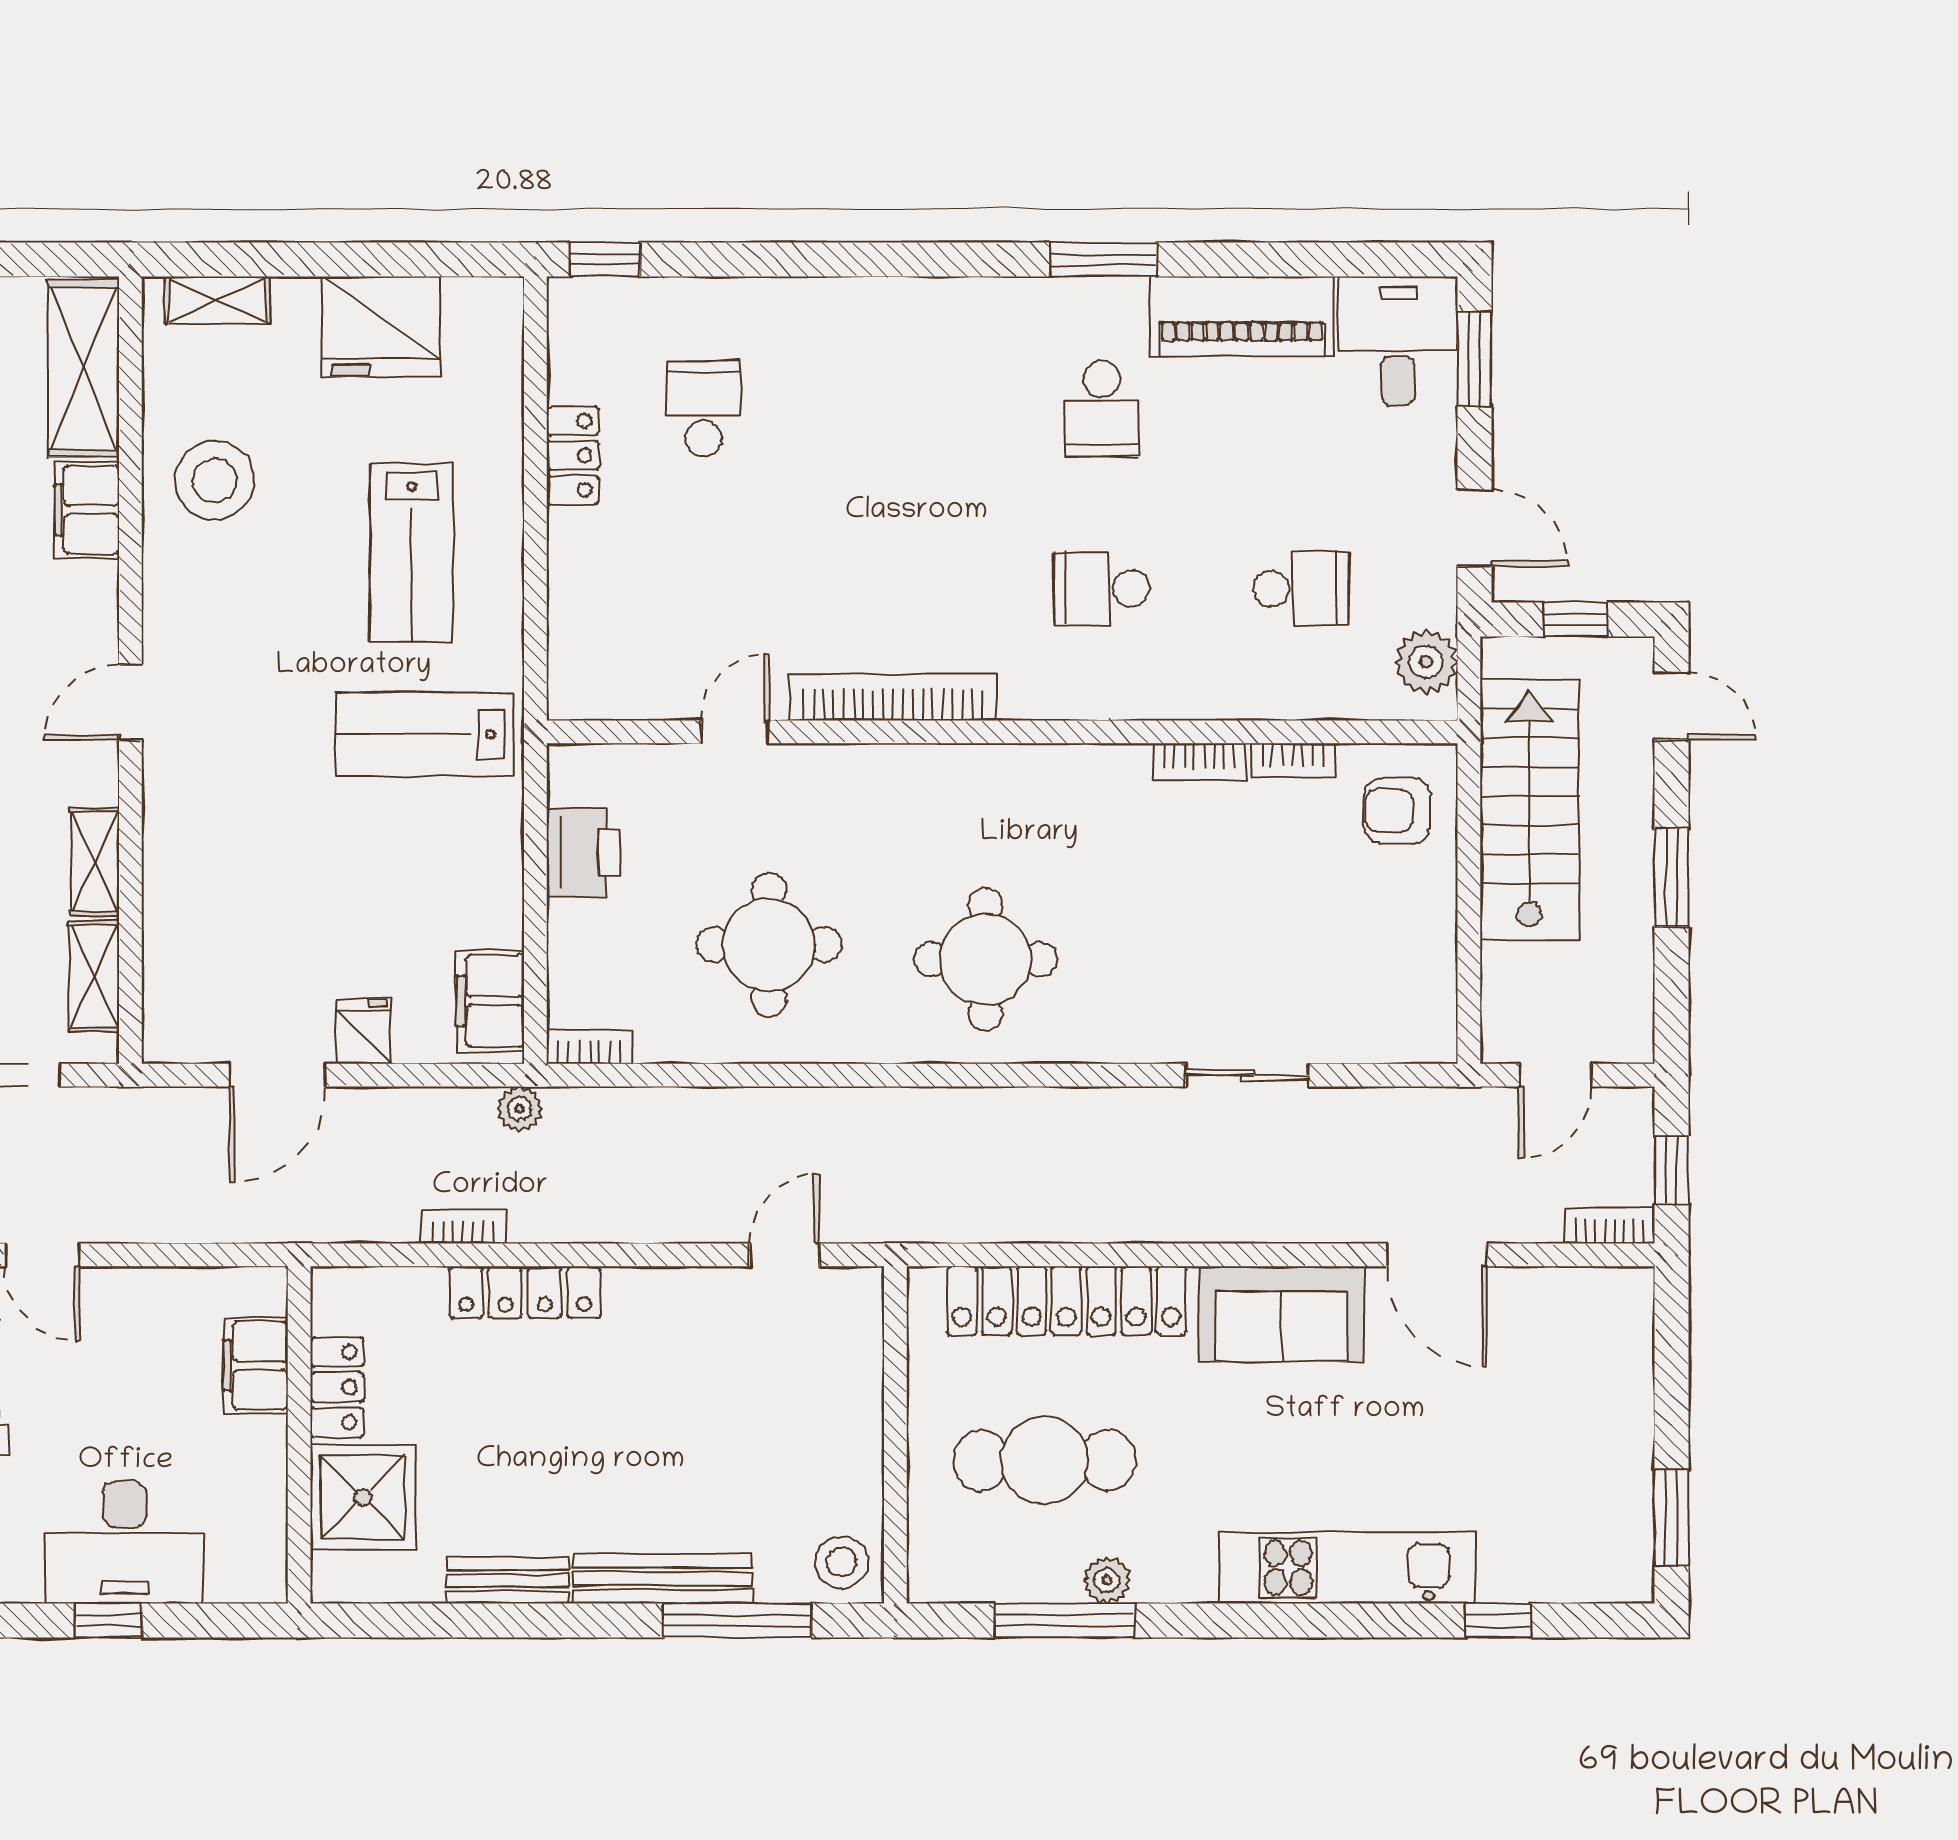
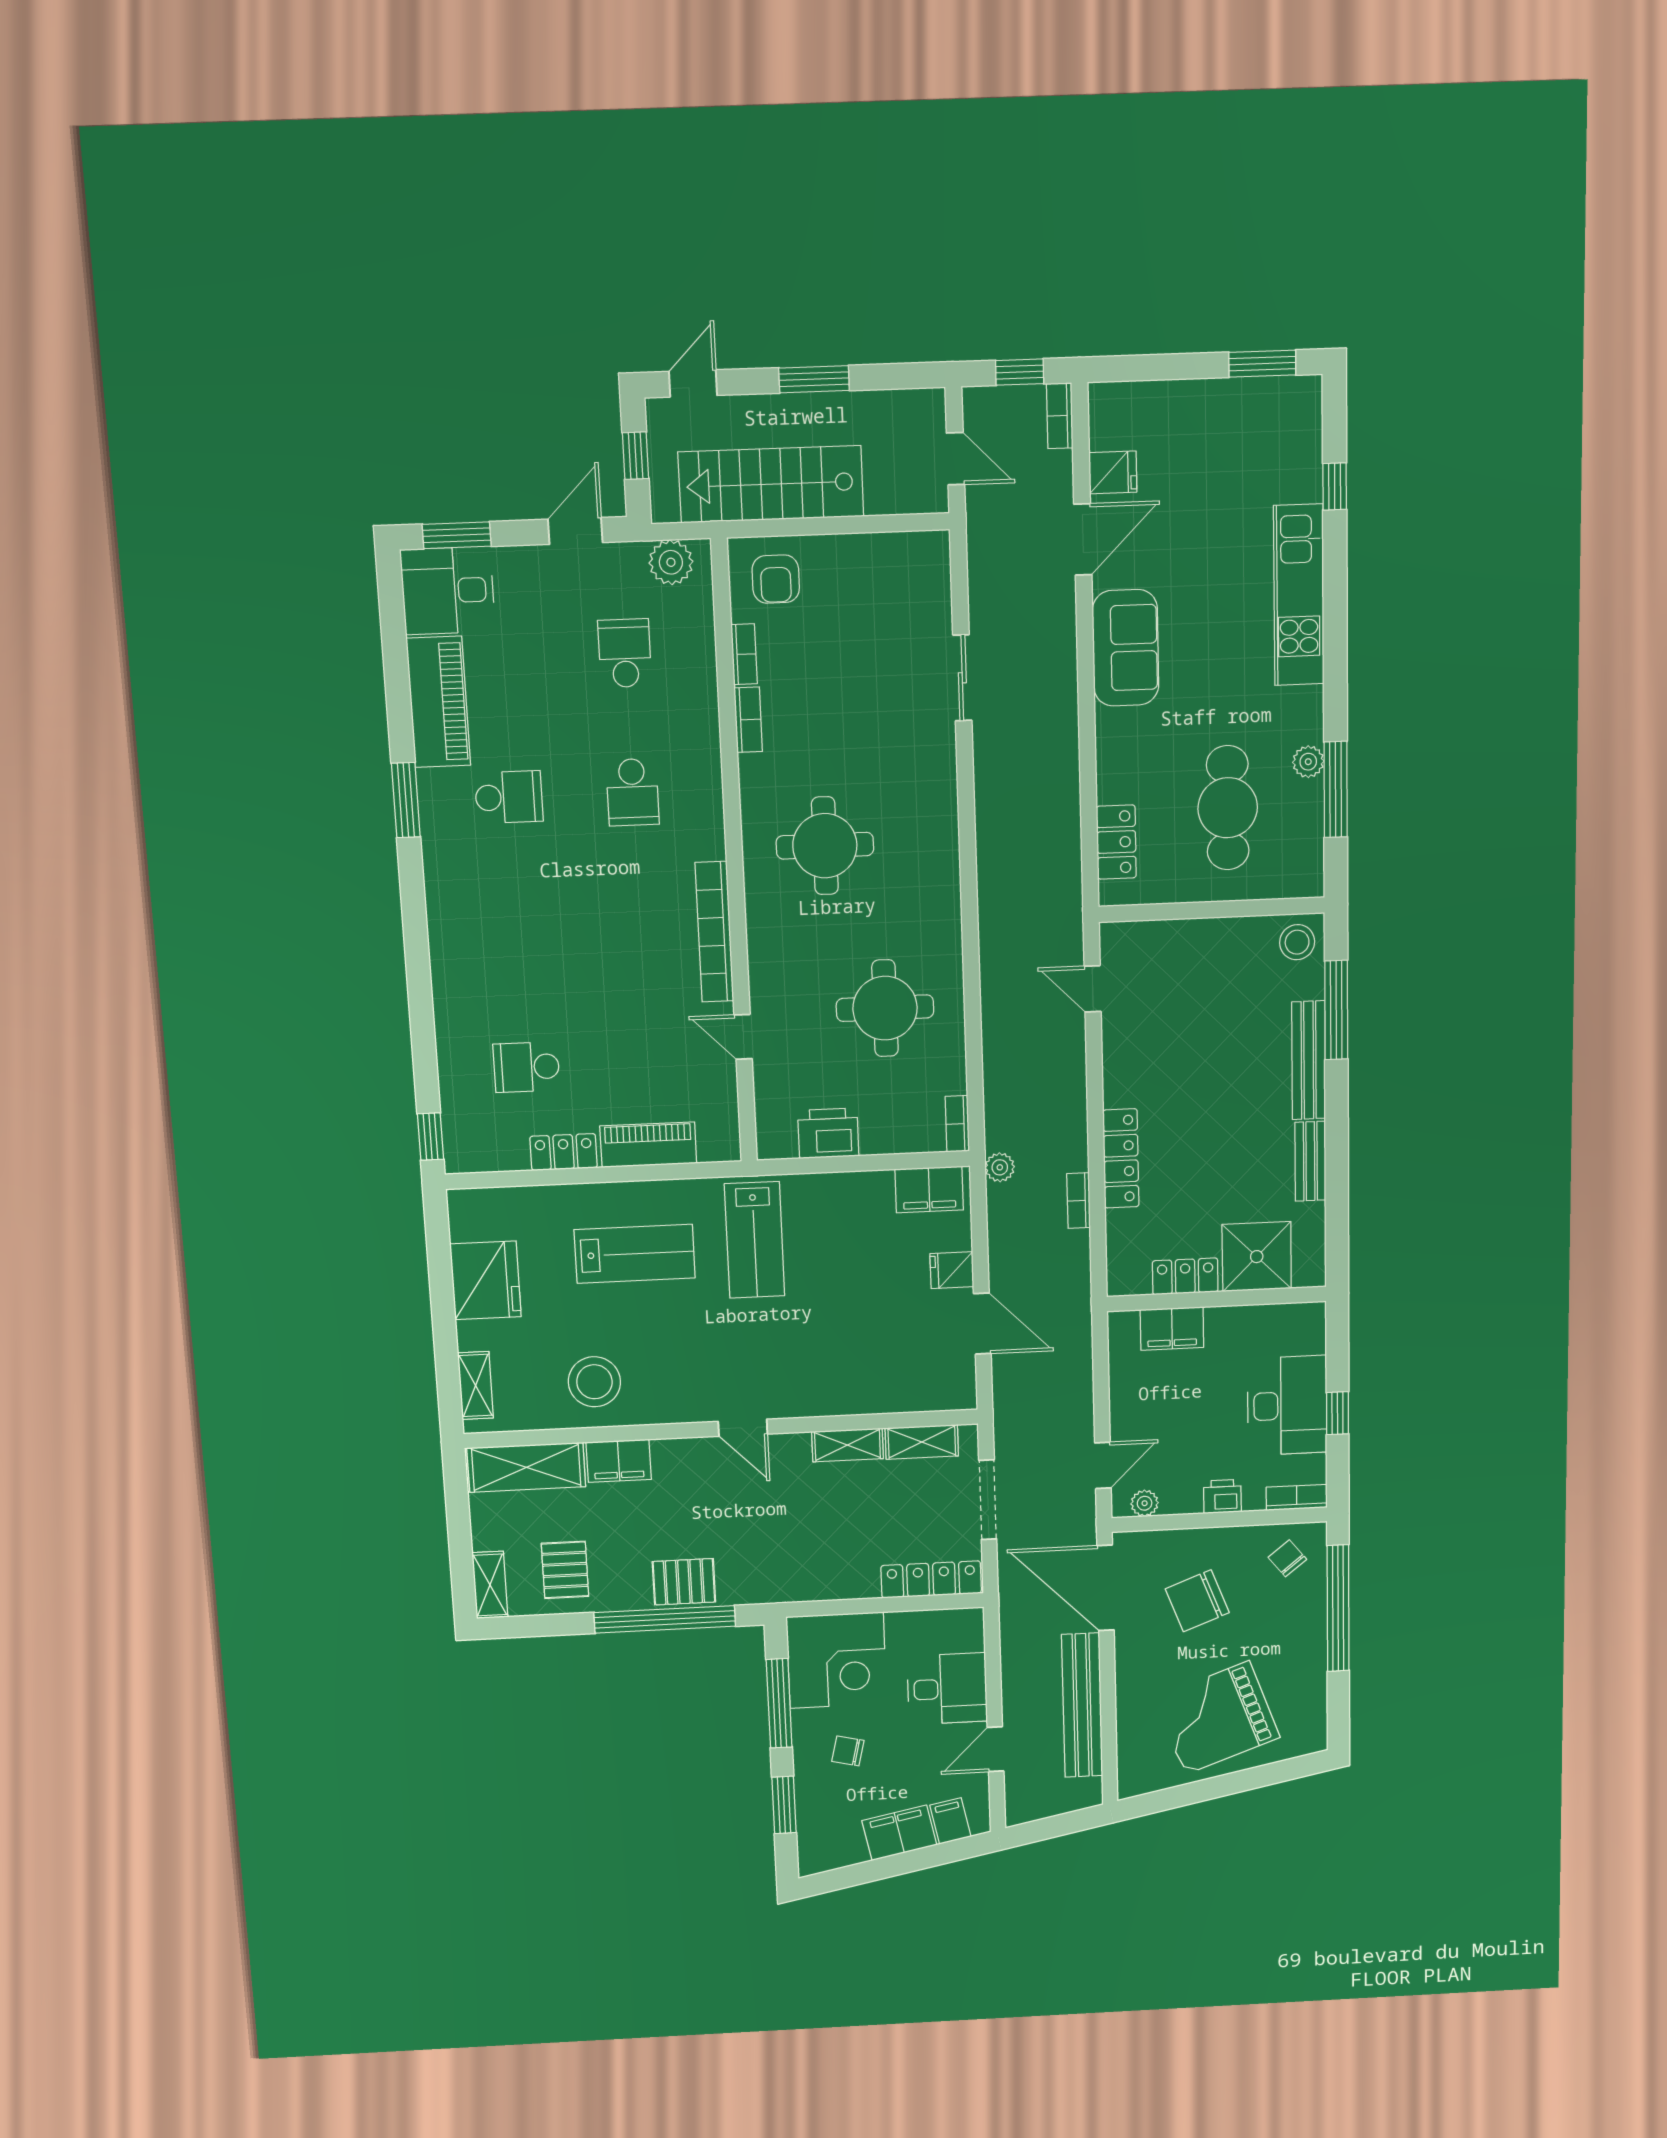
piano: (578, 582) -> (648, 1145), added
round table: (985, 959) -> (825, 846), moved
fridge: (1529, 1300) -> (1113, 472), added
locker: (1066, 1301) -> (1116, 842), width x0.46, depth x0.83

